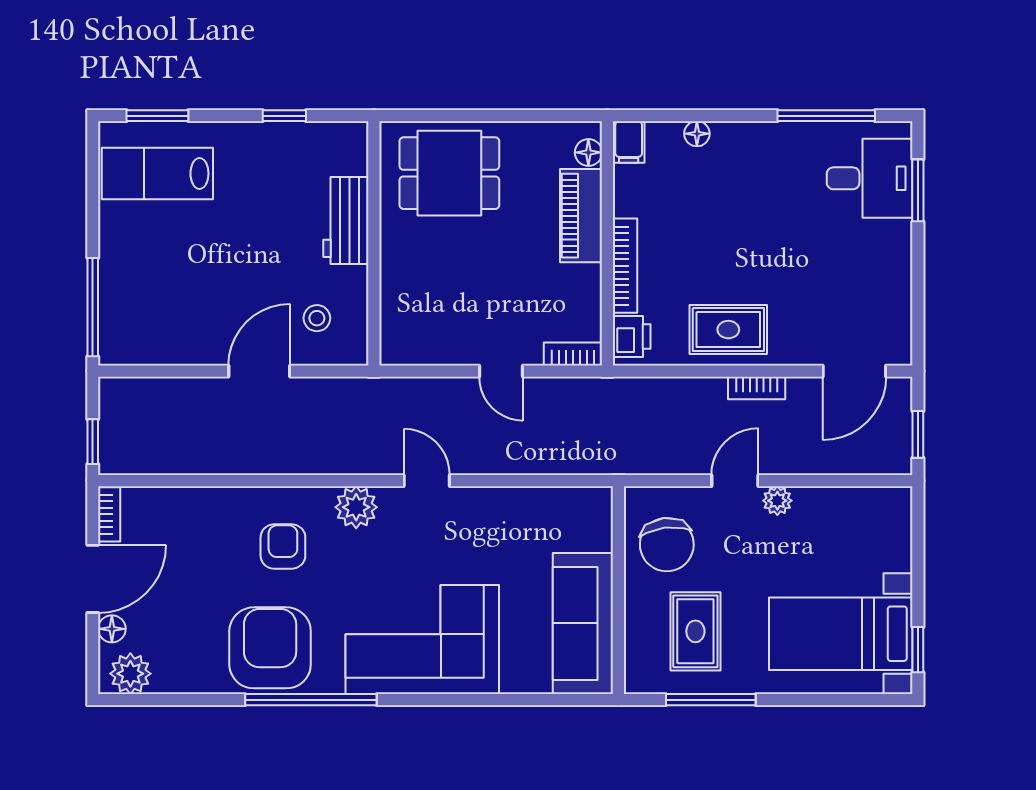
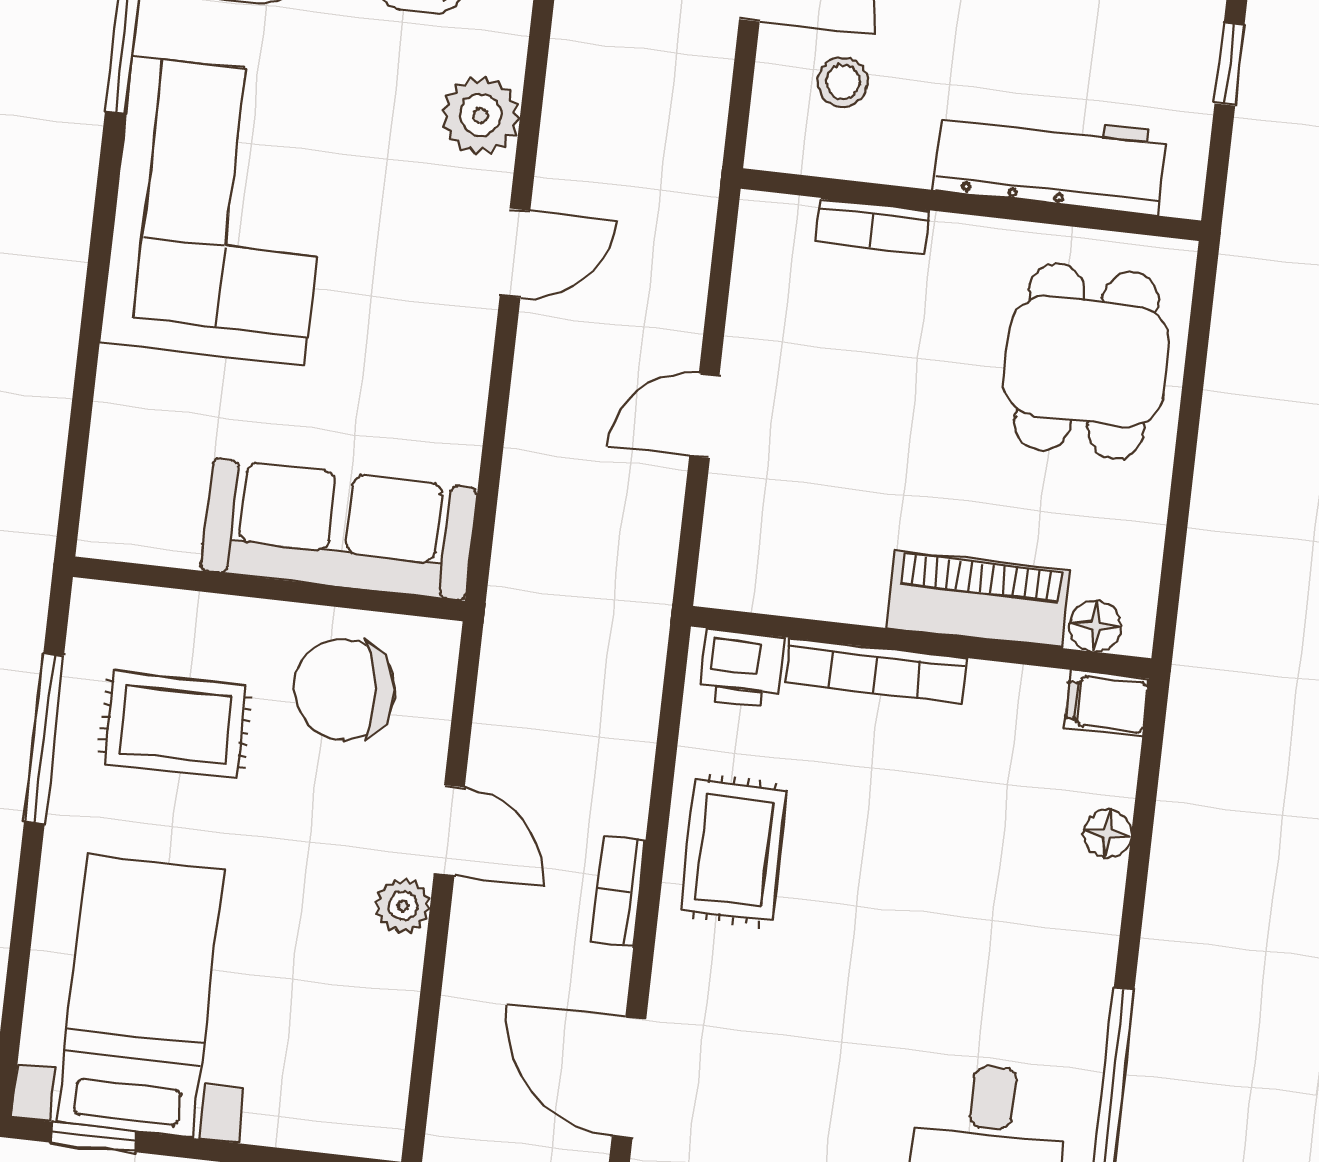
workbench: (346, 221) -> (1050, 161), width x1.37
bookcase: (573, 354) -> (872, 226), moved, turned 90
sofa: (583, 623) -> (339, 529), moved

